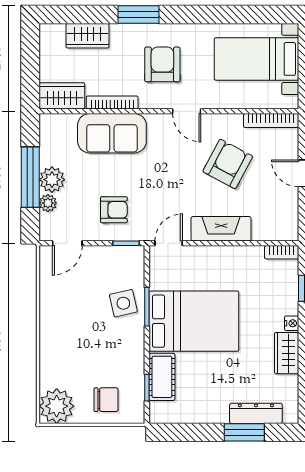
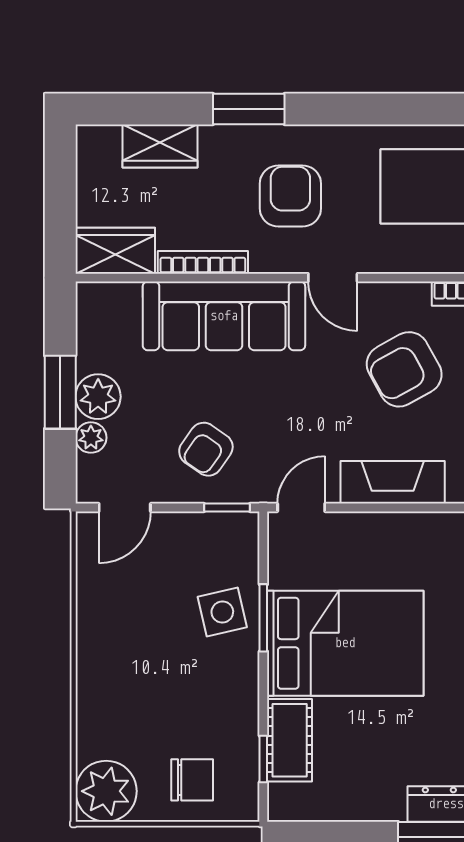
sofa: (112, 133) -> (224, 316), width x1.36
armchair: (228, 164) -> (404, 369), turned -147
window: (30, 177) -> (60, 392), width x0.69
armchair: (114, 210) -> (206, 449), turned 125

